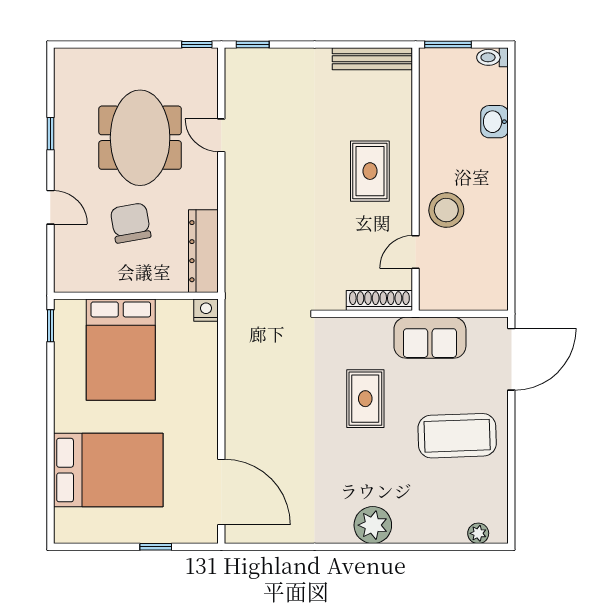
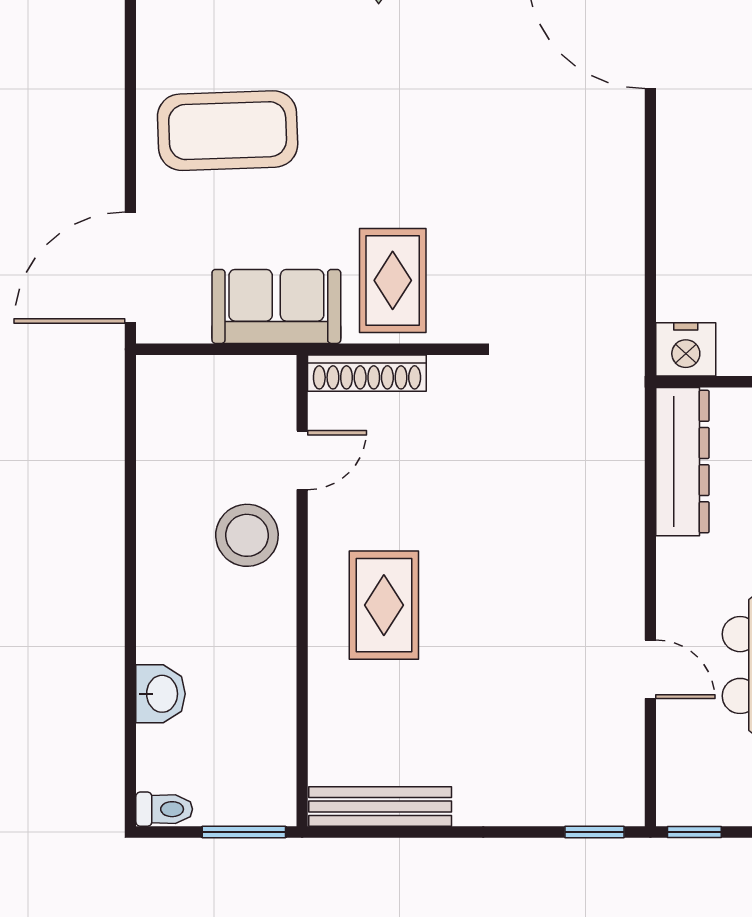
nightstand: (206, 310) -> (686, 349), width x1.36, depth x1.33
rug: (365, 399) -> (393, 280), moved

